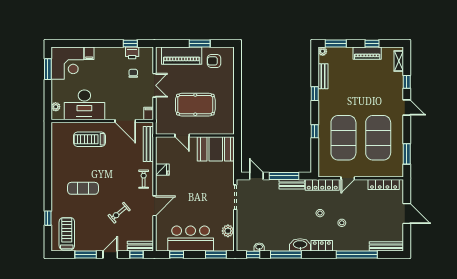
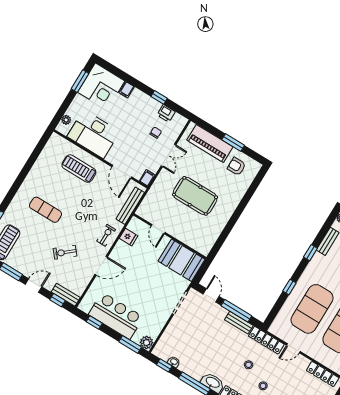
window: (130, 44) -> (159, 97), moved
door: (182, 136) -> (158, 229), moved
wall: (195, 136) -> (170, 236), moved
booth: (216, 149) -> (181, 260), moved
plant: (228, 231) -> (147, 343), moved

